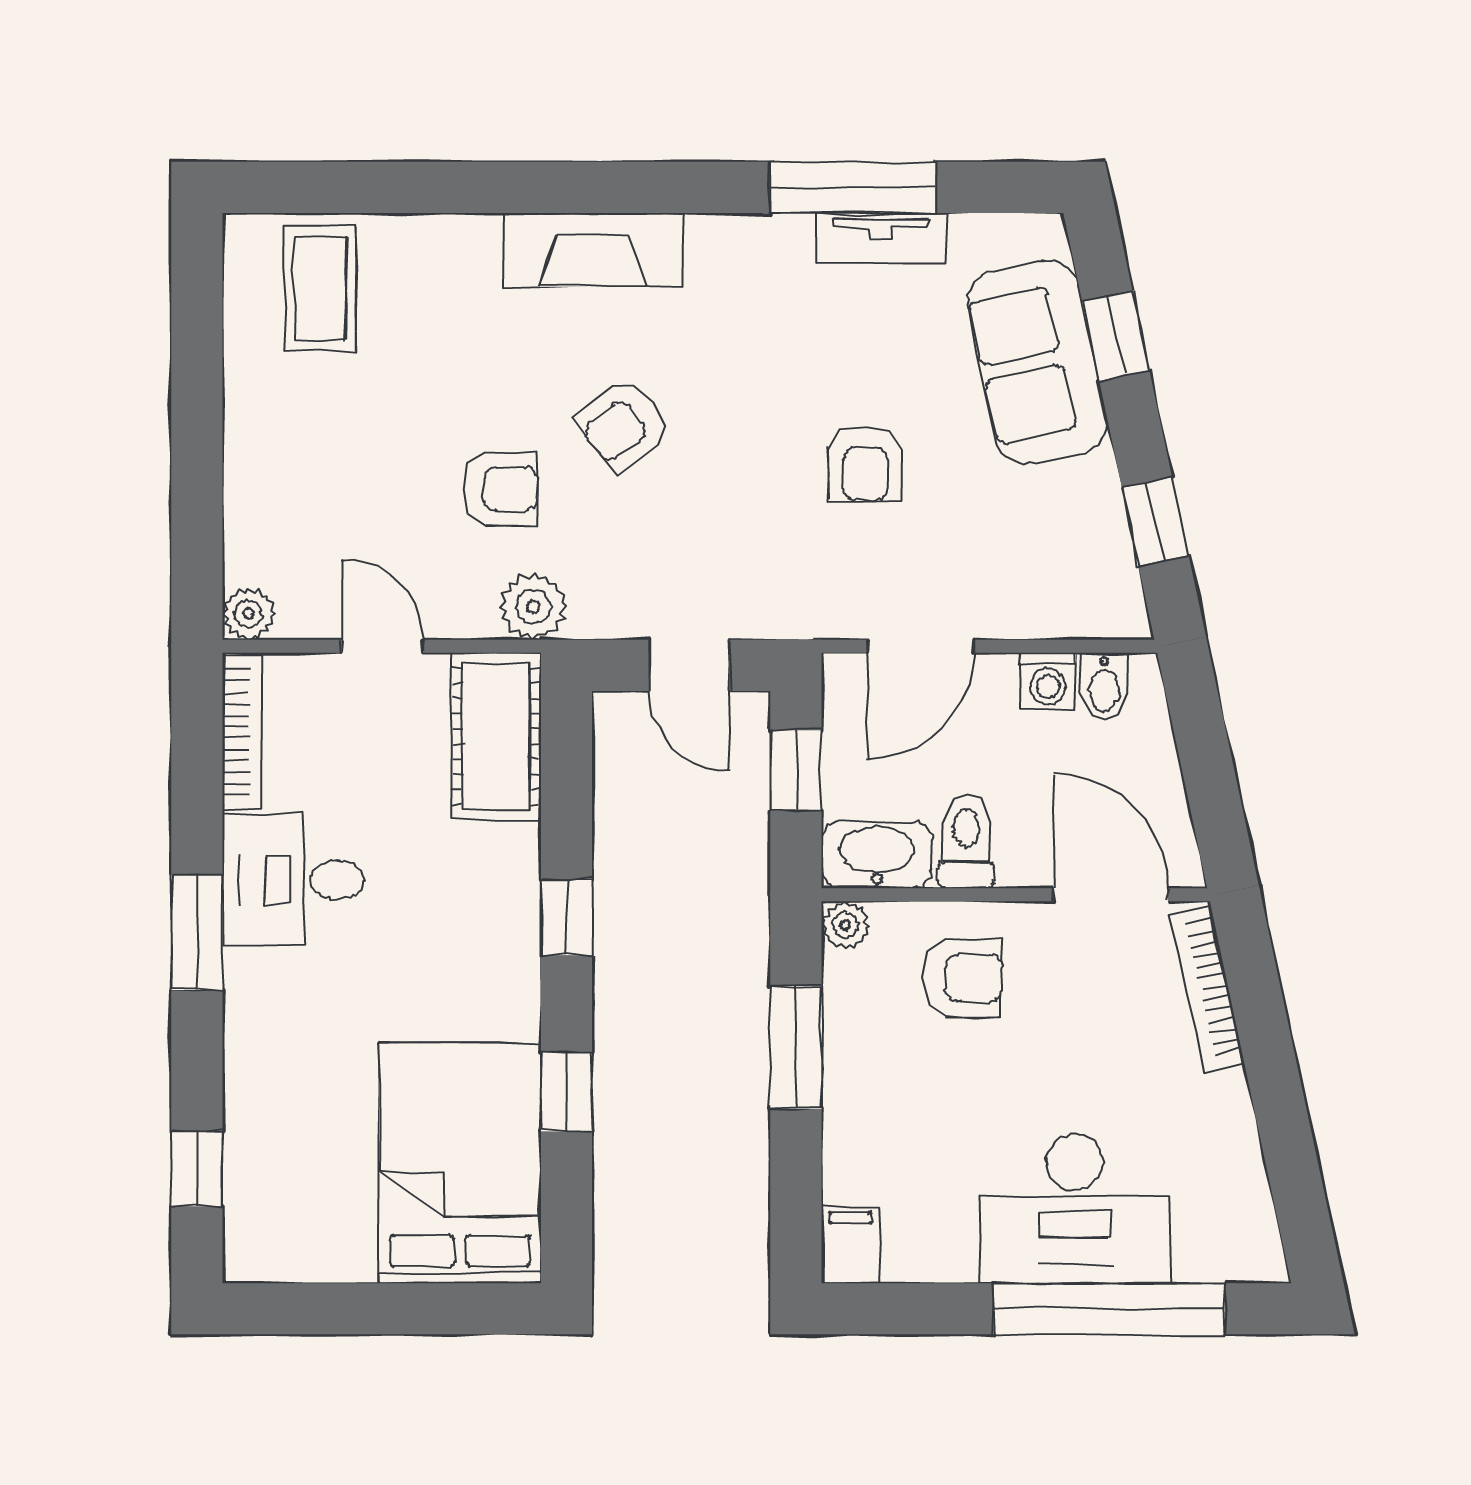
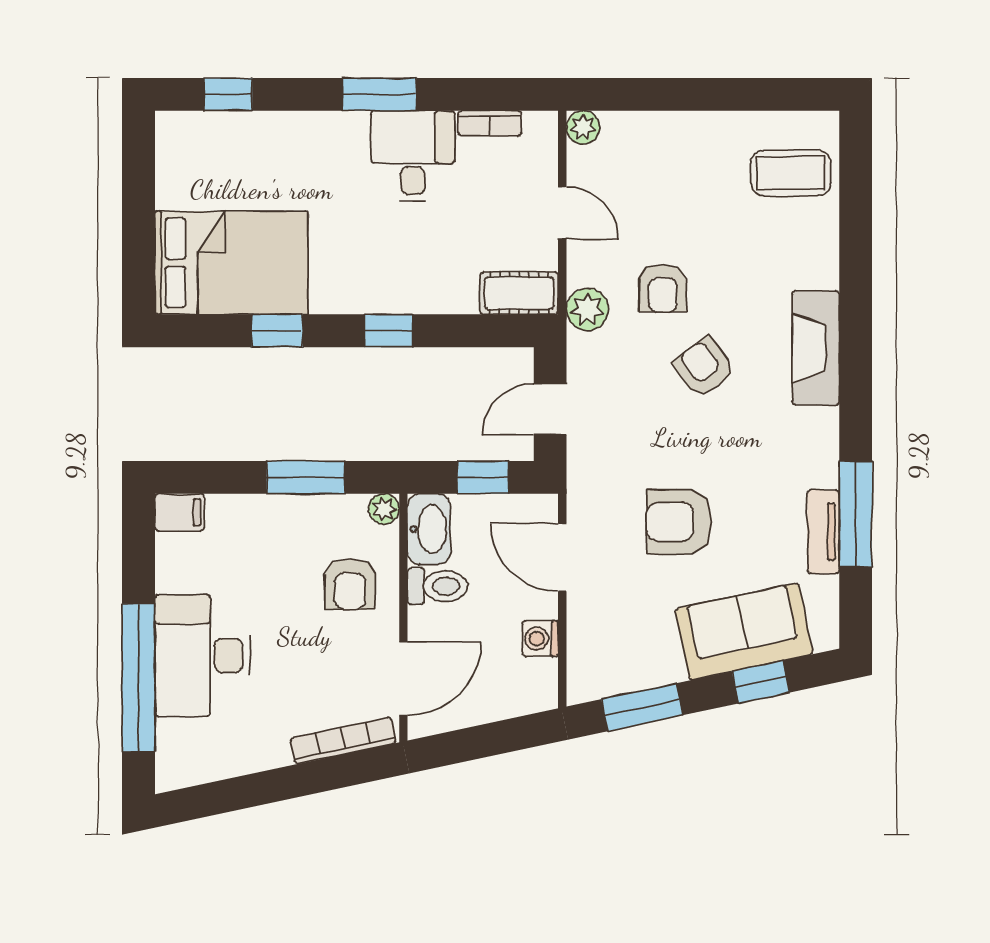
armchair: (865, 464) -> (679, 522), width x1.38, depth x1.38
window: (1155, 521) -> (642, 707), width x1.50
door: (382, 646) -> (562, 213), hinge flipped
bidet: (1104, 686) -> (537, 674), removed
bookcase: (242, 732) -> (490, 123), width x0.64
cot: (497, 736) -> (519, 293), width x0.73, depth x0.75

